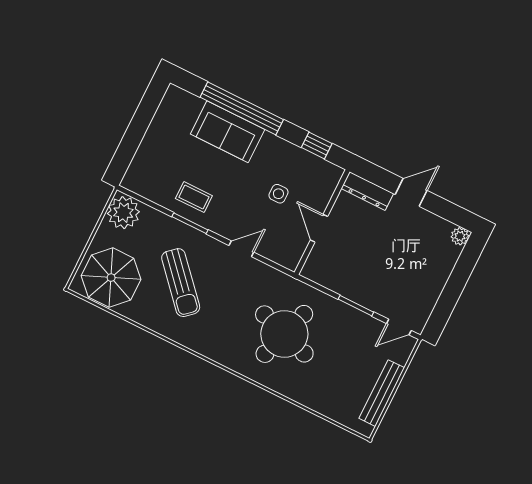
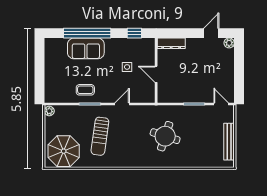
door: (411, 192) -> (211, 33), moved
plant: (123, 213) -> (49, 111), width x0.53, depth x0.53
sun lounger: (181, 283) -> (100, 136), turned 50
door: (399, 327) -> (221, 104), swing flipped
round table: (284, 334) -> (165, 136), width x0.73, depth x0.73

